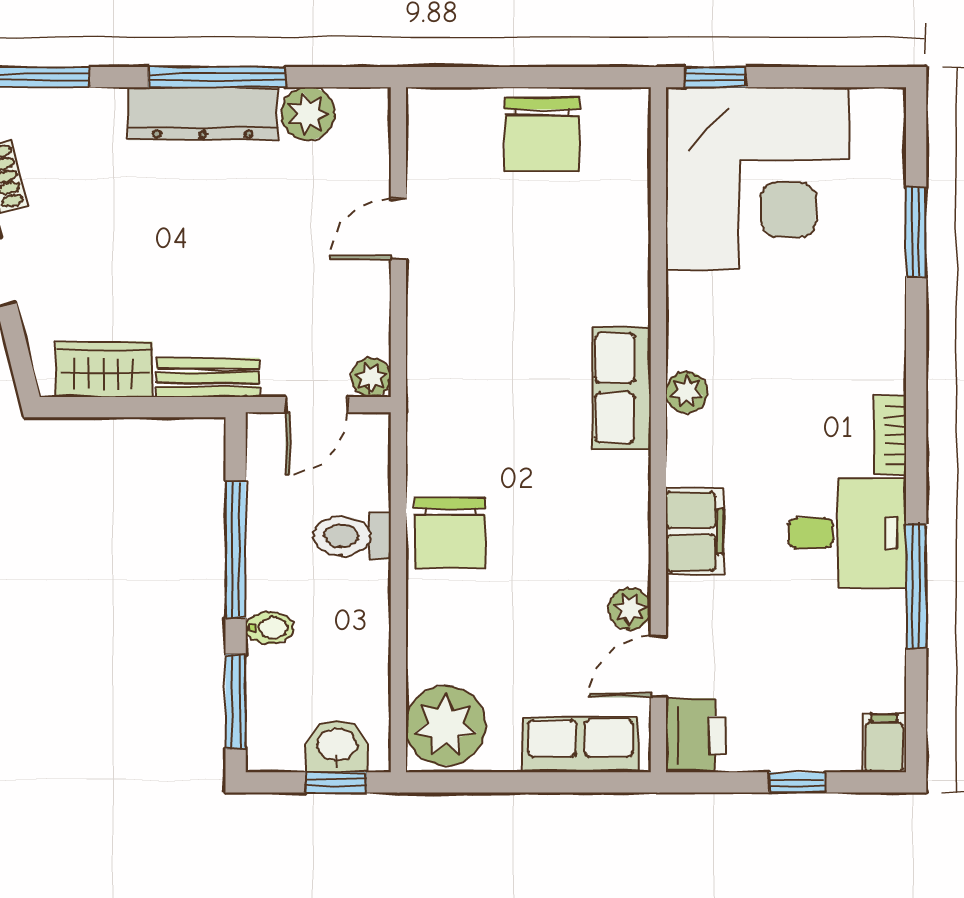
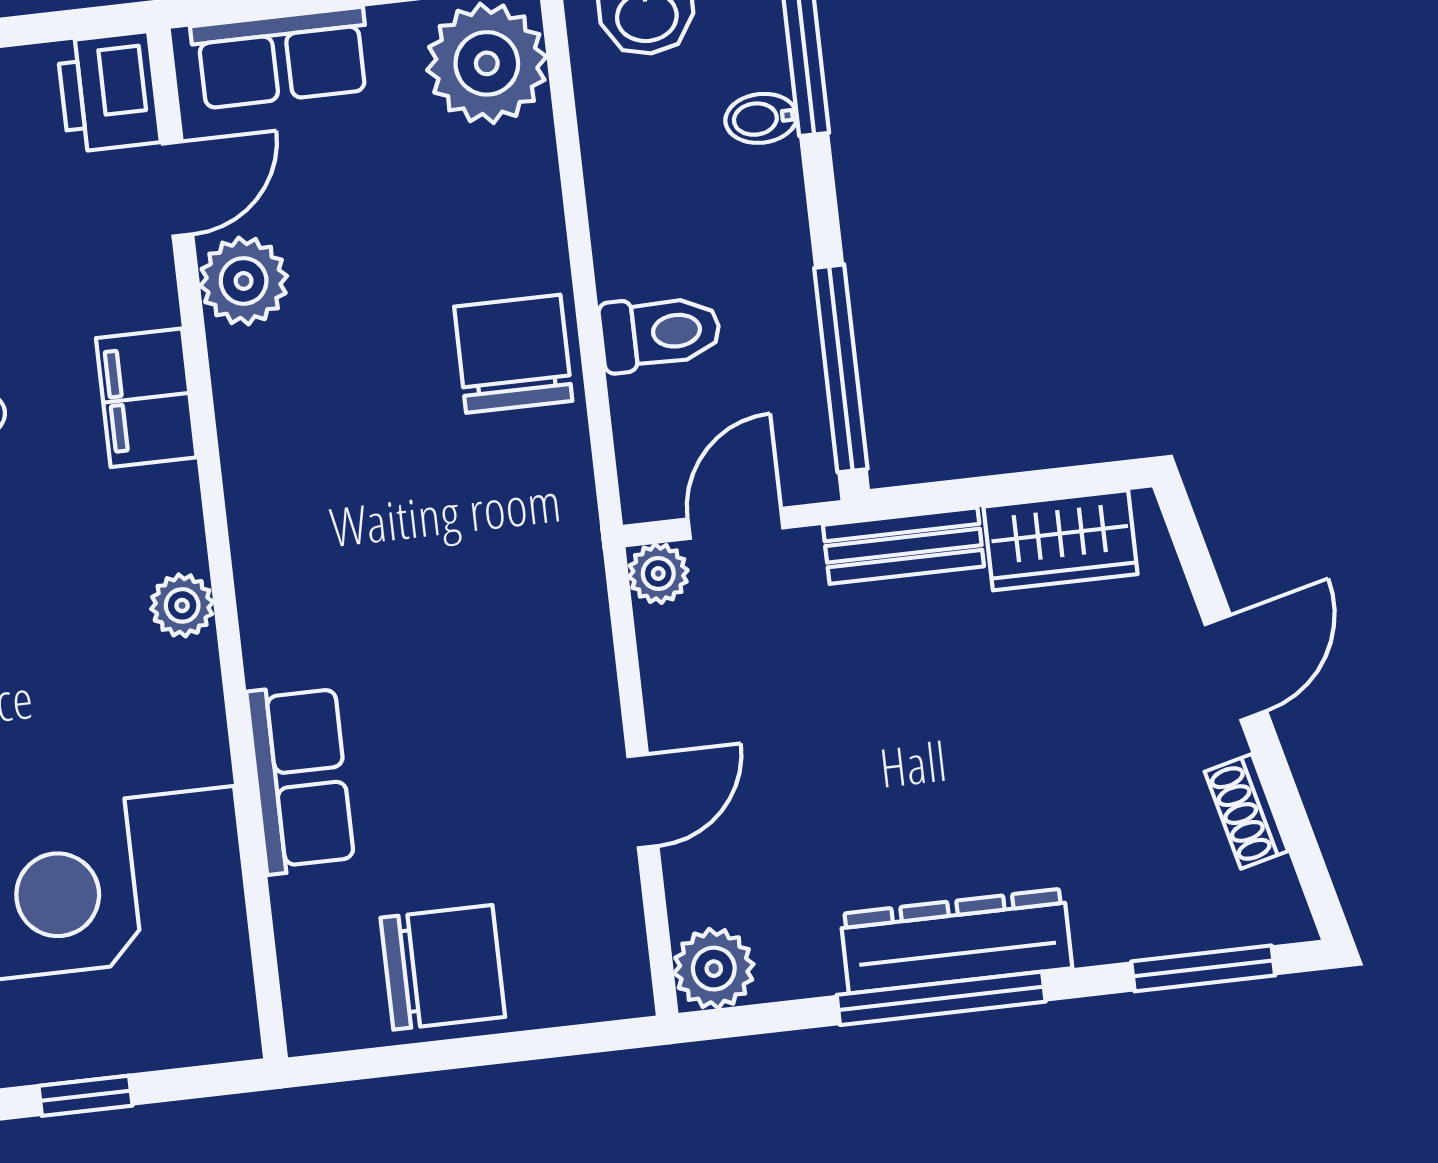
window: (715, 77) -> (86, 1096), moved
plant: (308, 114) -> (714, 969), moved
chair: (542, 135) -> (443, 967), turned 90
row of seats: (622, 388) -> (301, 778), moved
window: (236, 549) -> (841, 368), moved
plant: (630, 609) -> (244, 281), width x1.38, depth x1.38
bidet: (269, 628) -> (761, 118), moved

